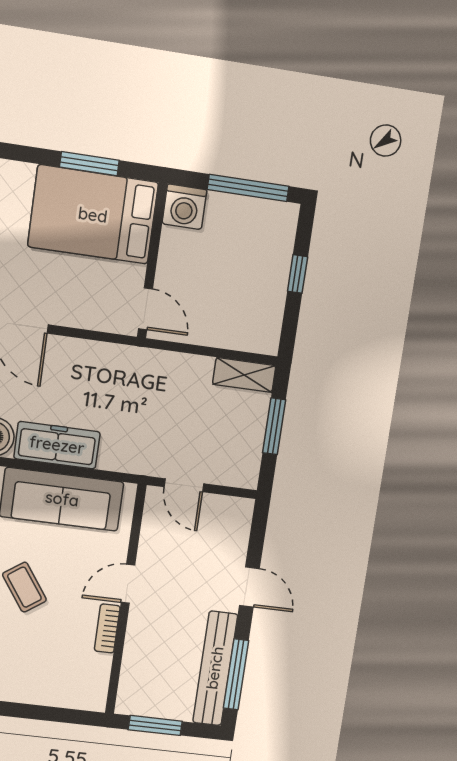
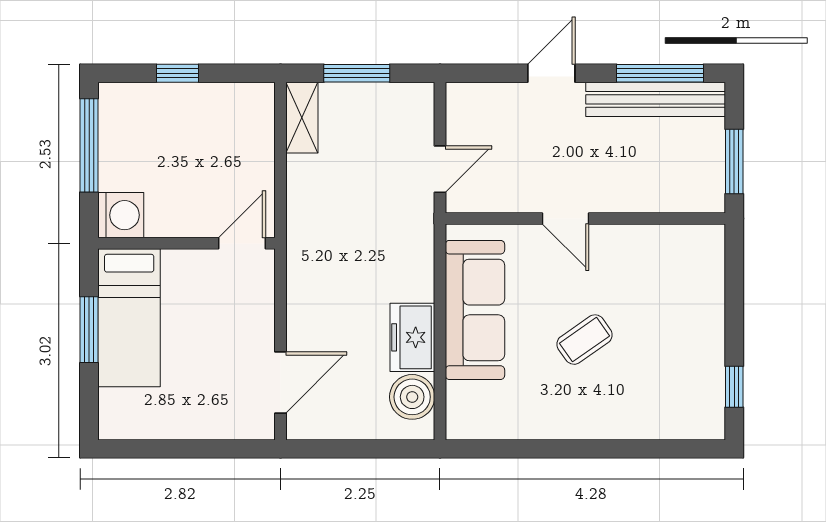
bed: (93, 215) -> (129, 318), width x0.67
freezer: (57, 445) -> (412, 337), width x0.71
bookcase: (107, 628) -> (622, 235), removed

